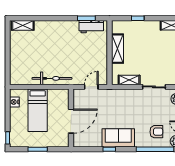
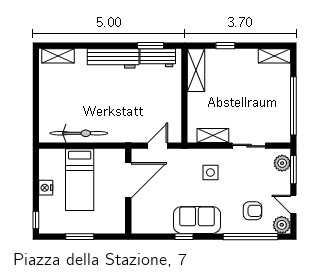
workbench: (61, 27) -> (113, 58), added
shelving: (118, 49) -> (196, 70), moved
bicycle: (52, 78) -> (79, 133), moved
nightstand: (14, 102) -> (46, 188), moved
side table: (127, 105) -> (210, 172), added
door: (71, 121) -> (128, 180), moved

